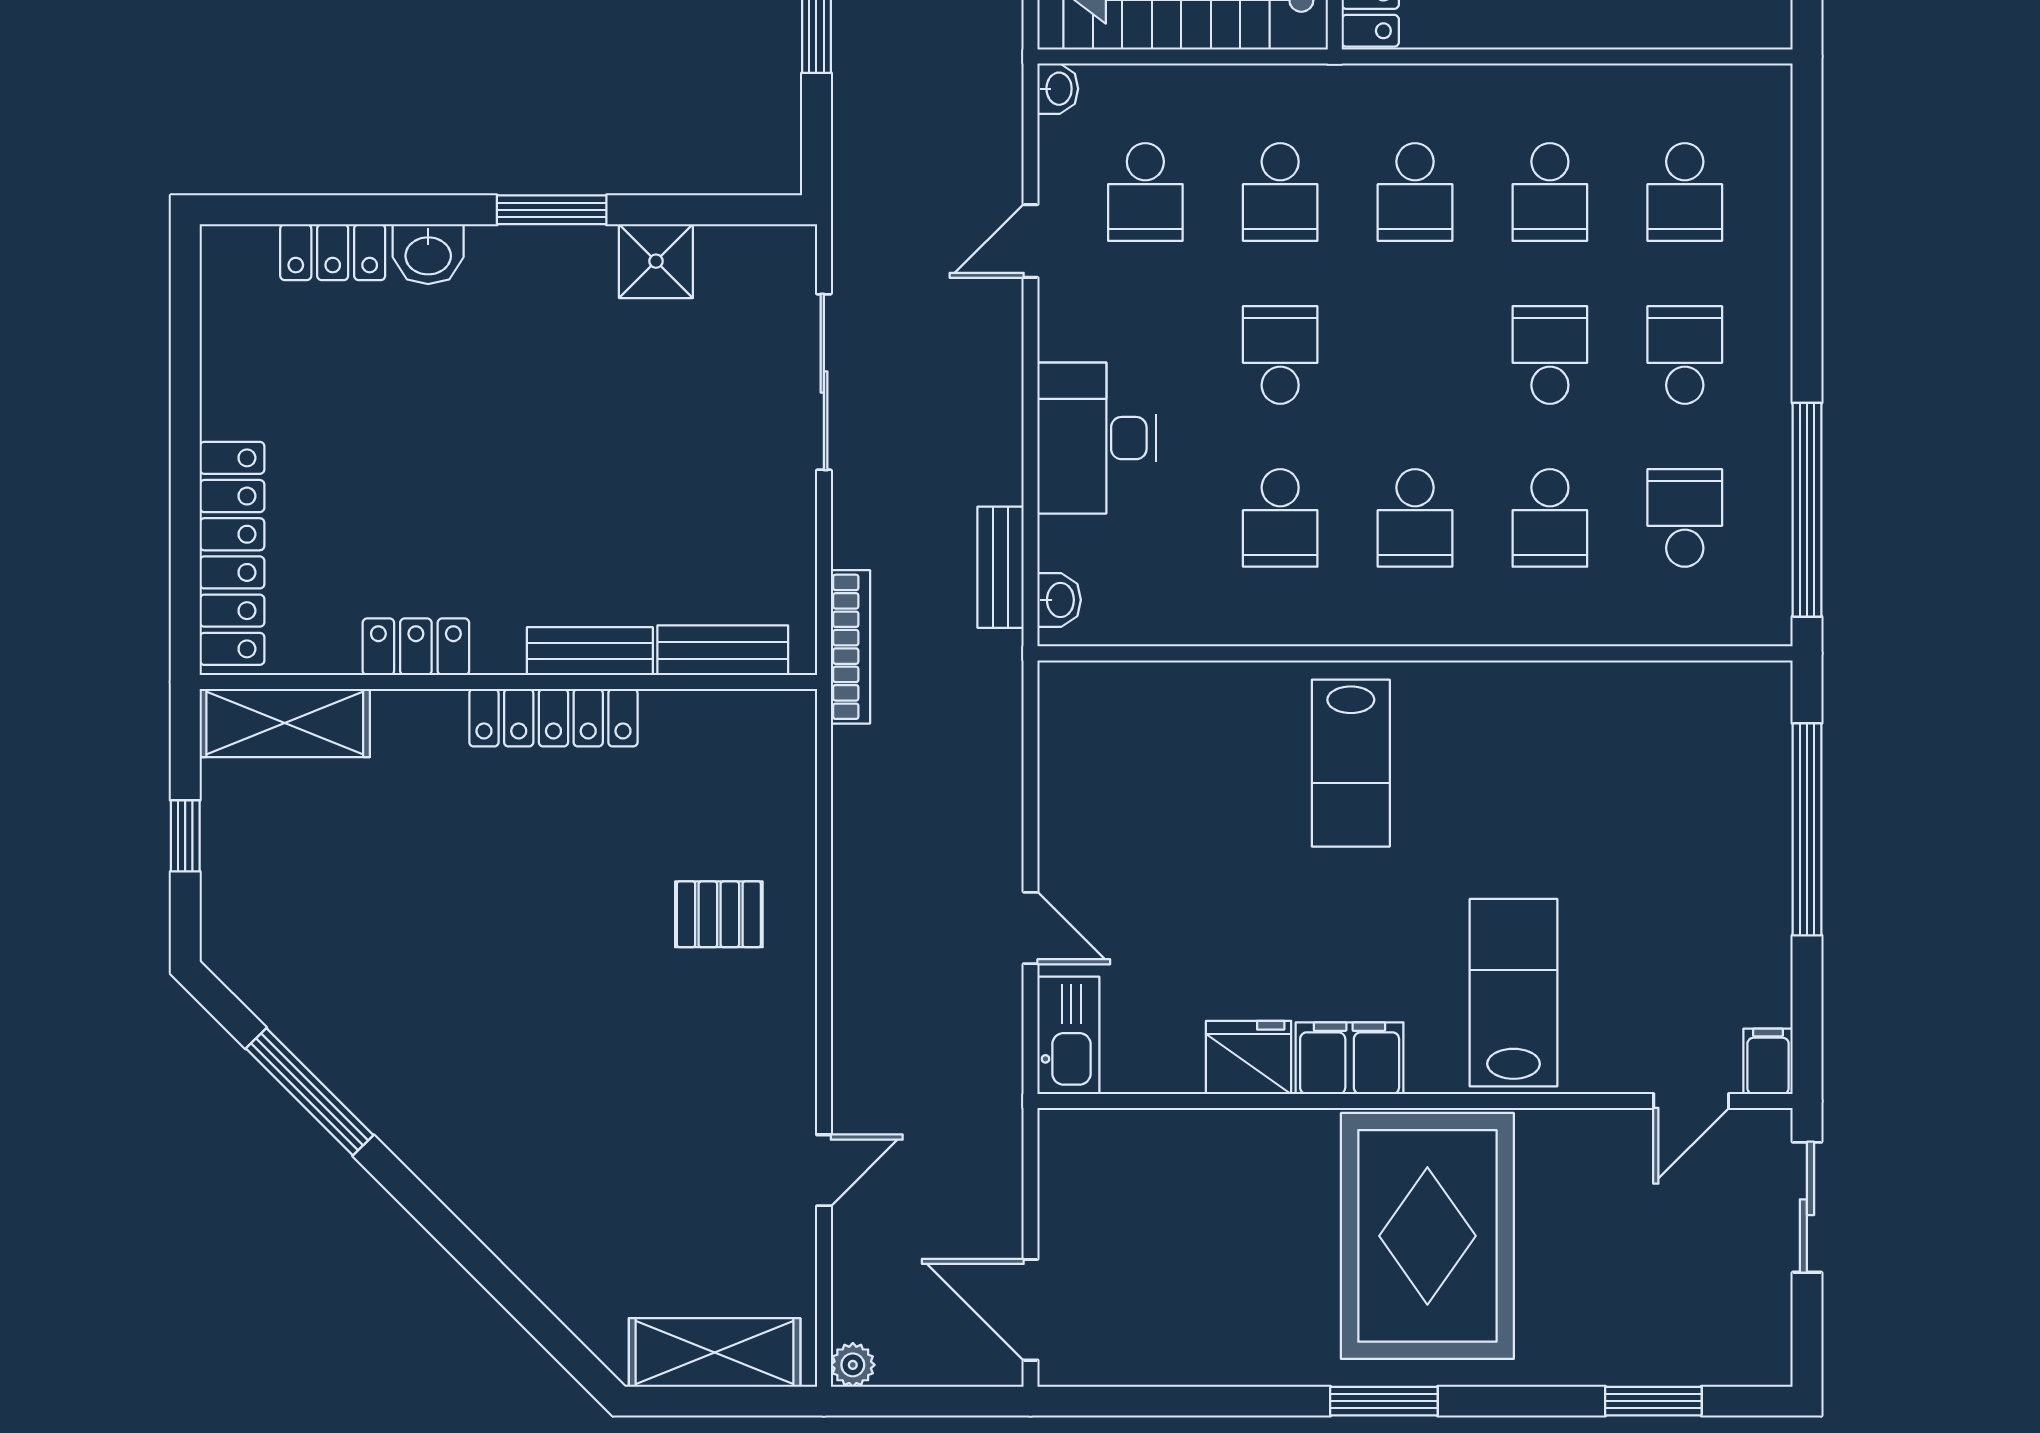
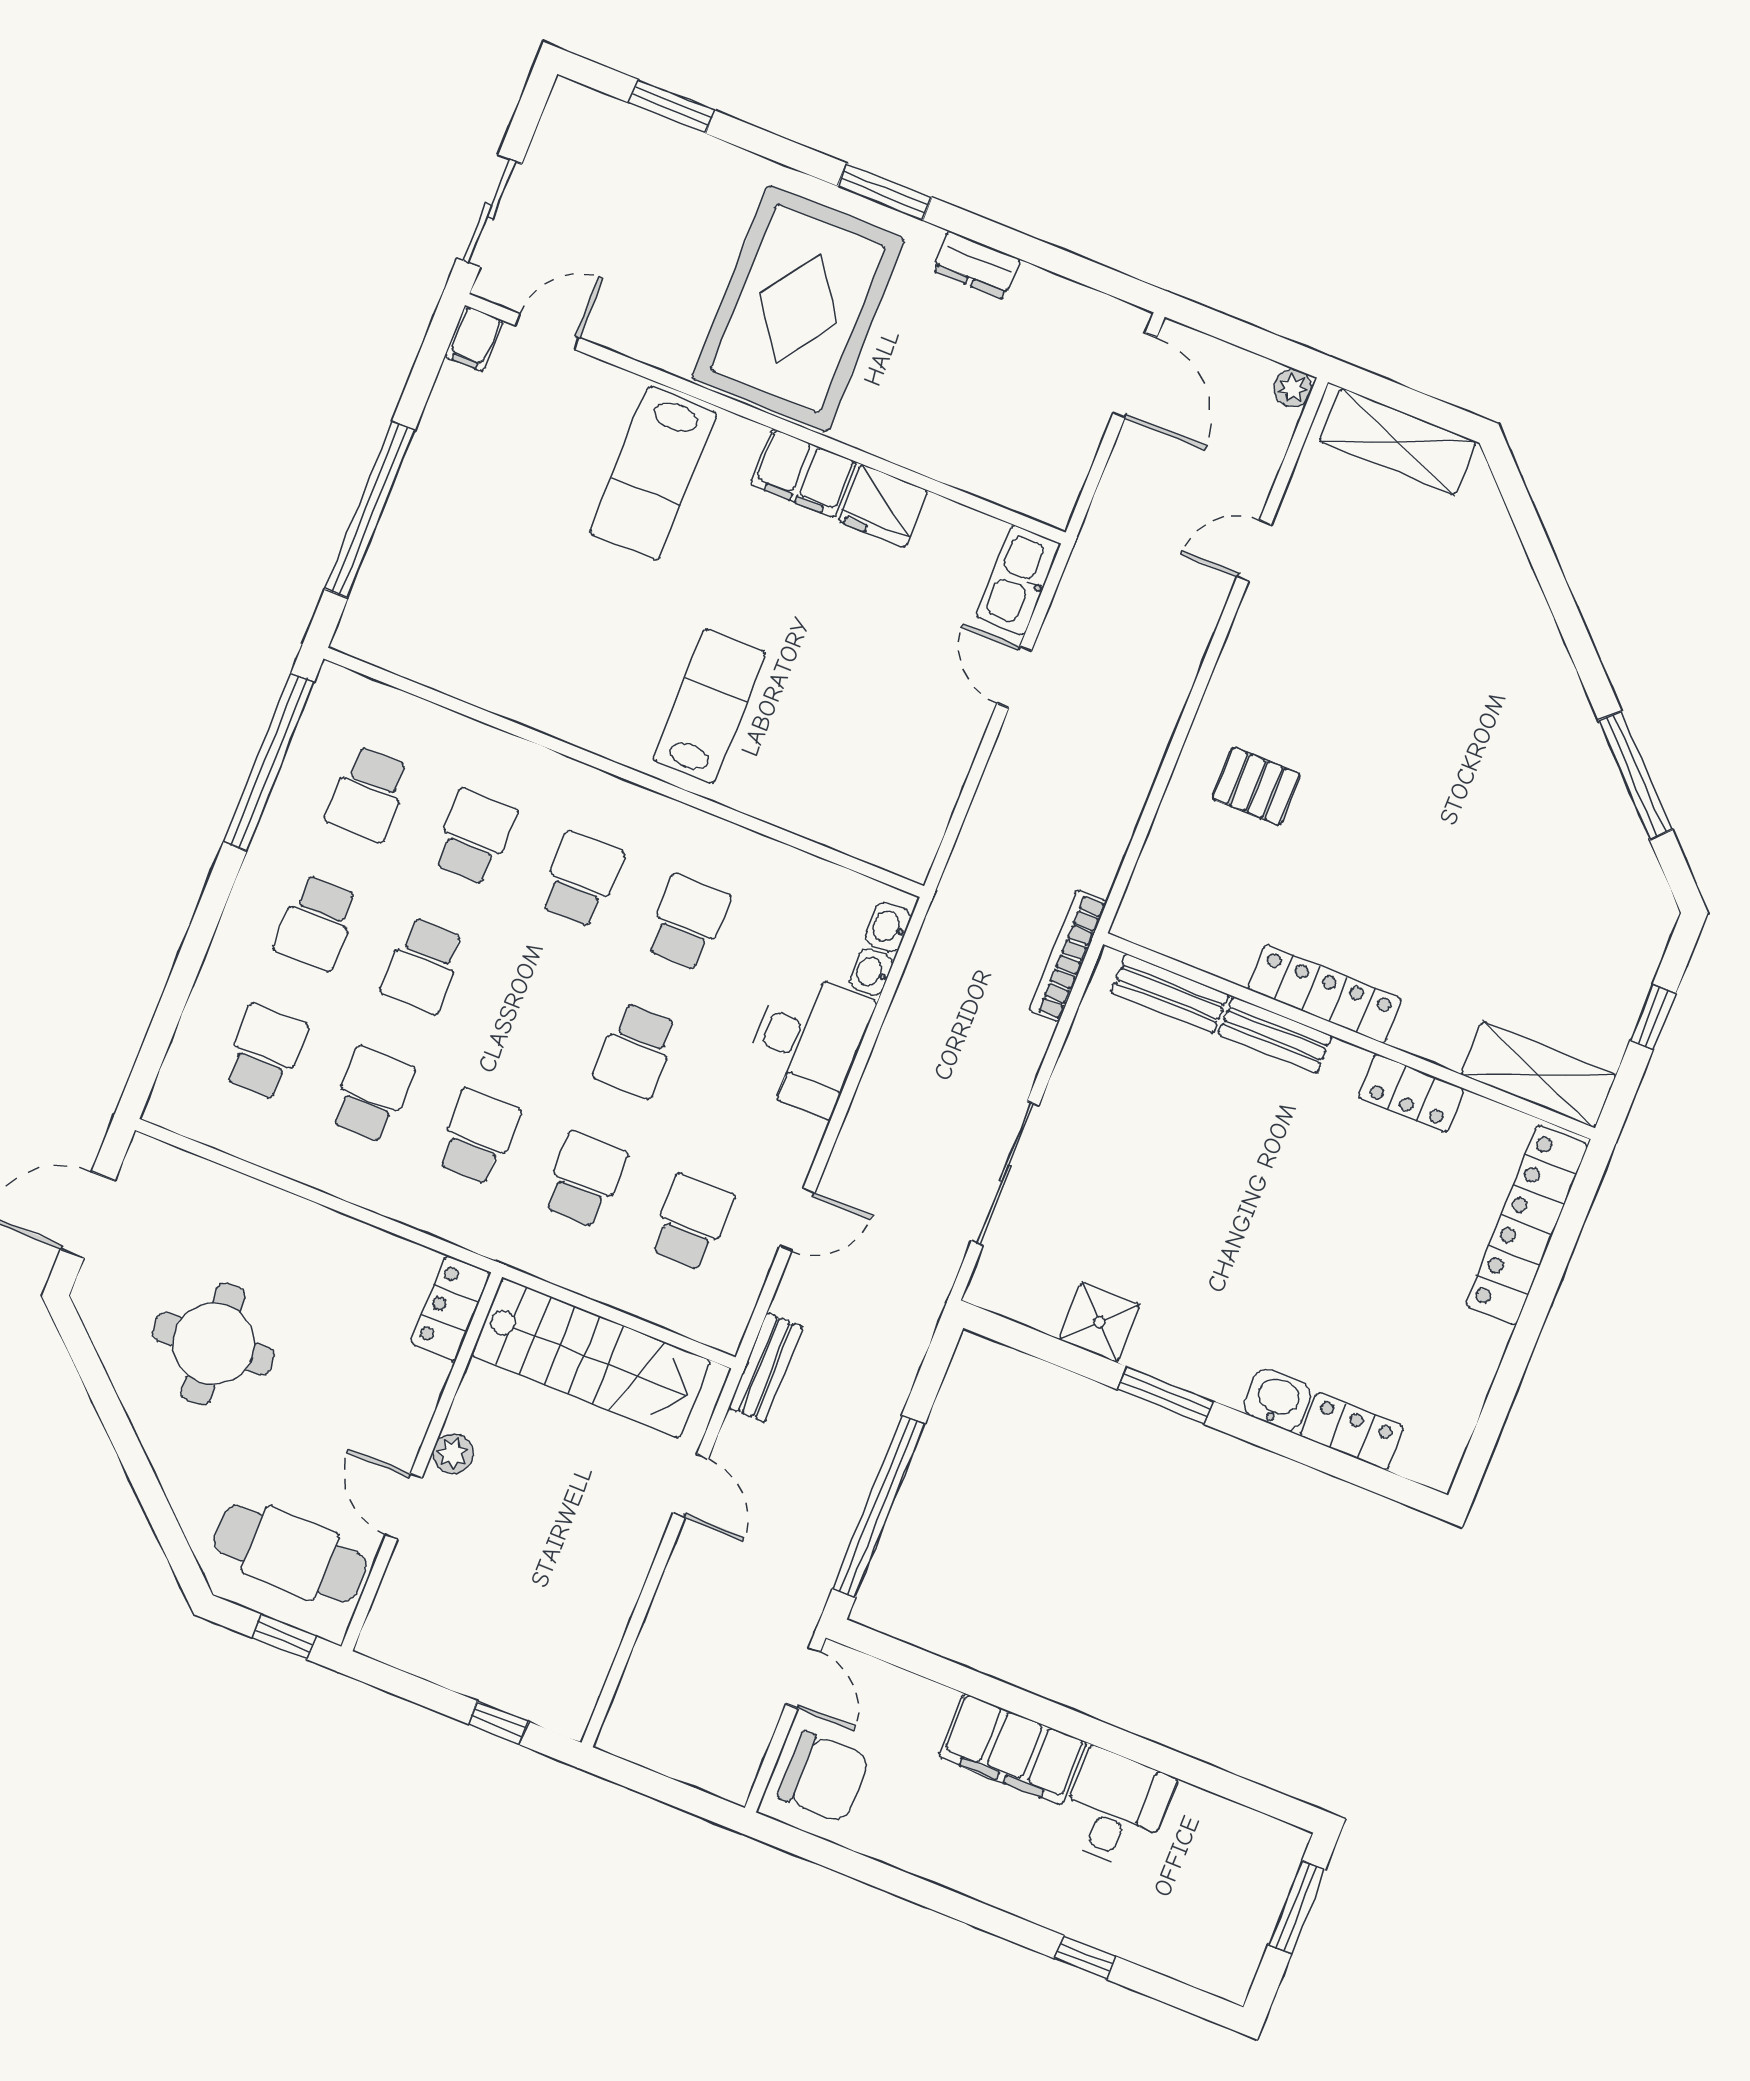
washbasin: (1058, 89) -> (871, 972), moved
bench: (1001, 567) -> (766, 1367), moved
dresser: (1252, 1361) -> (976, 265), added

